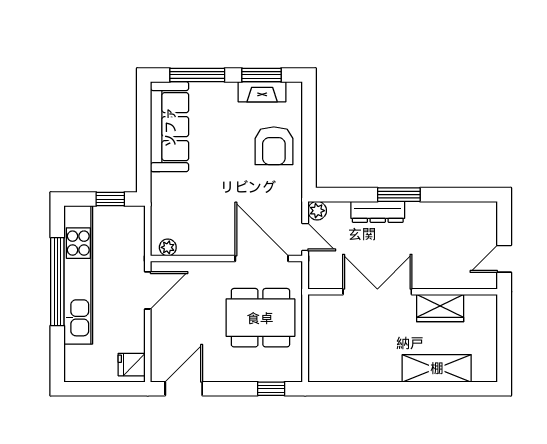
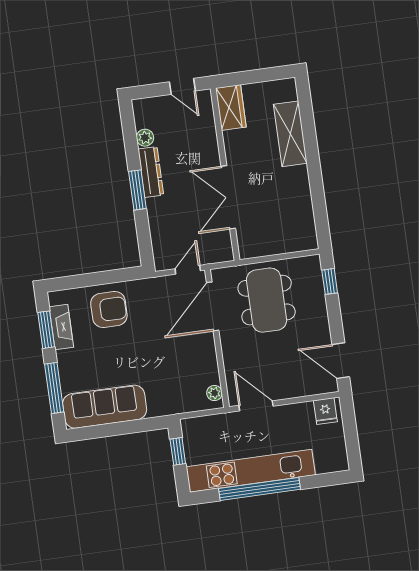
plant: (317, 211) -> (145, 138), moved
dresser: (378, 212) -> (151, 172), moved
wardrobe: (440, 308) -> (231, 108), moved

